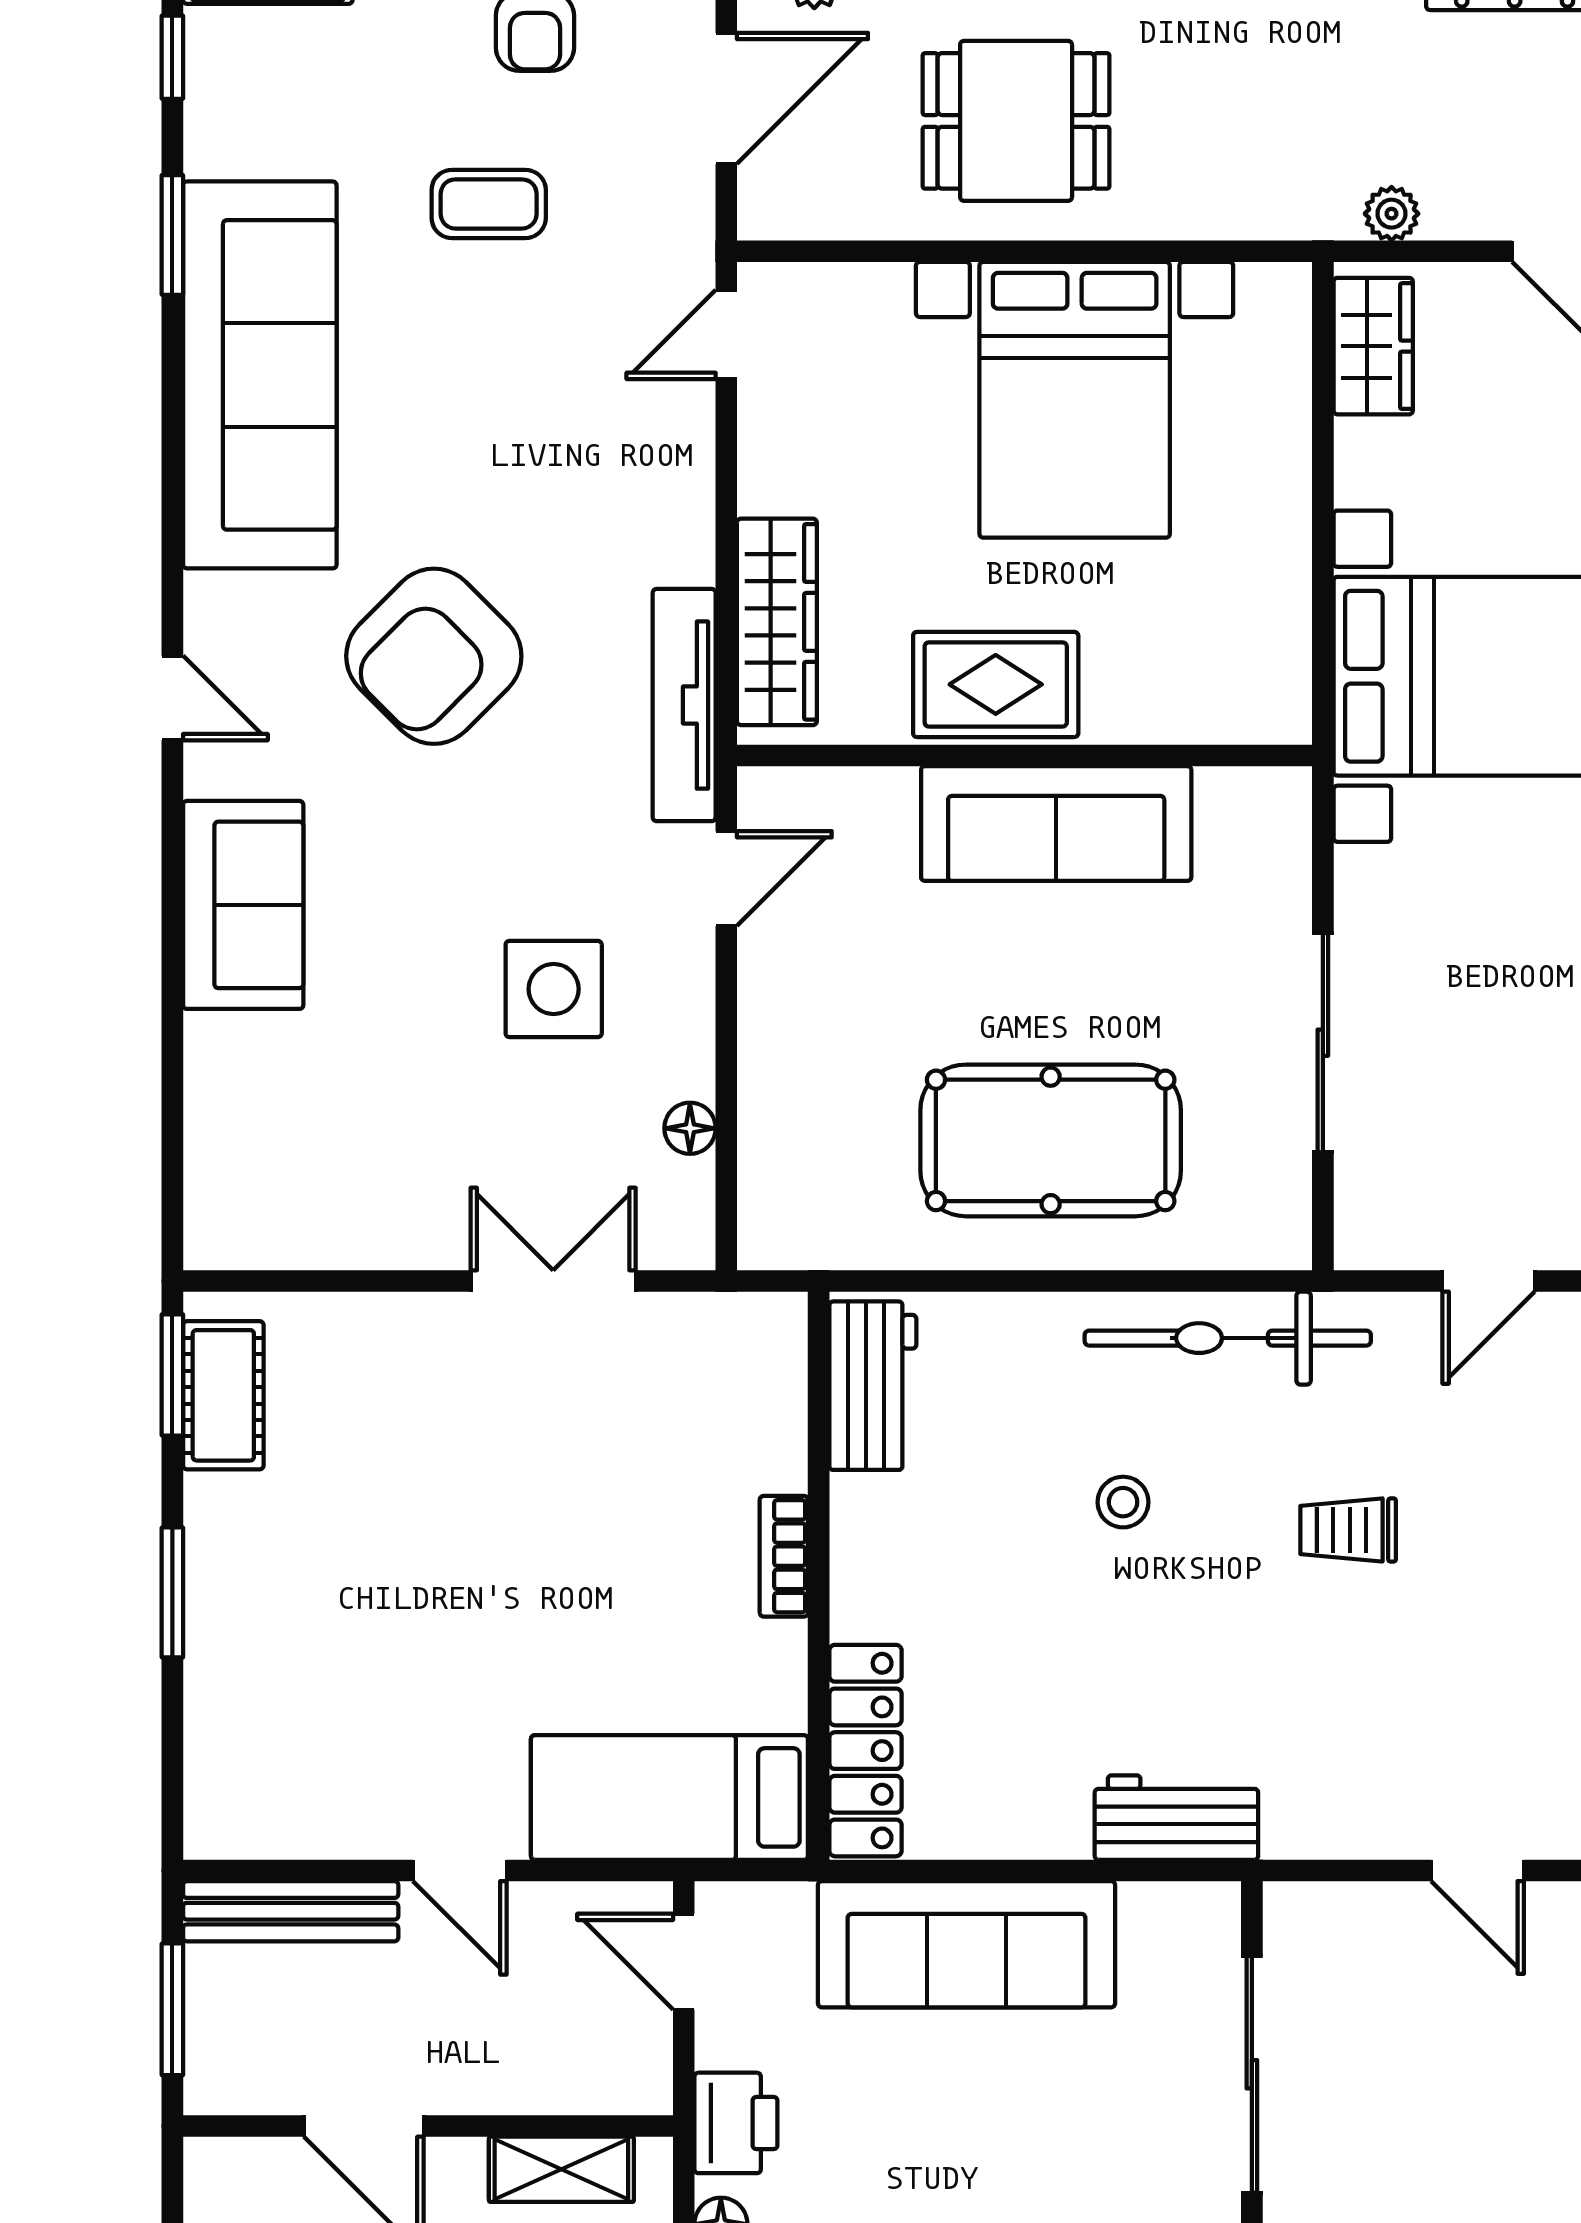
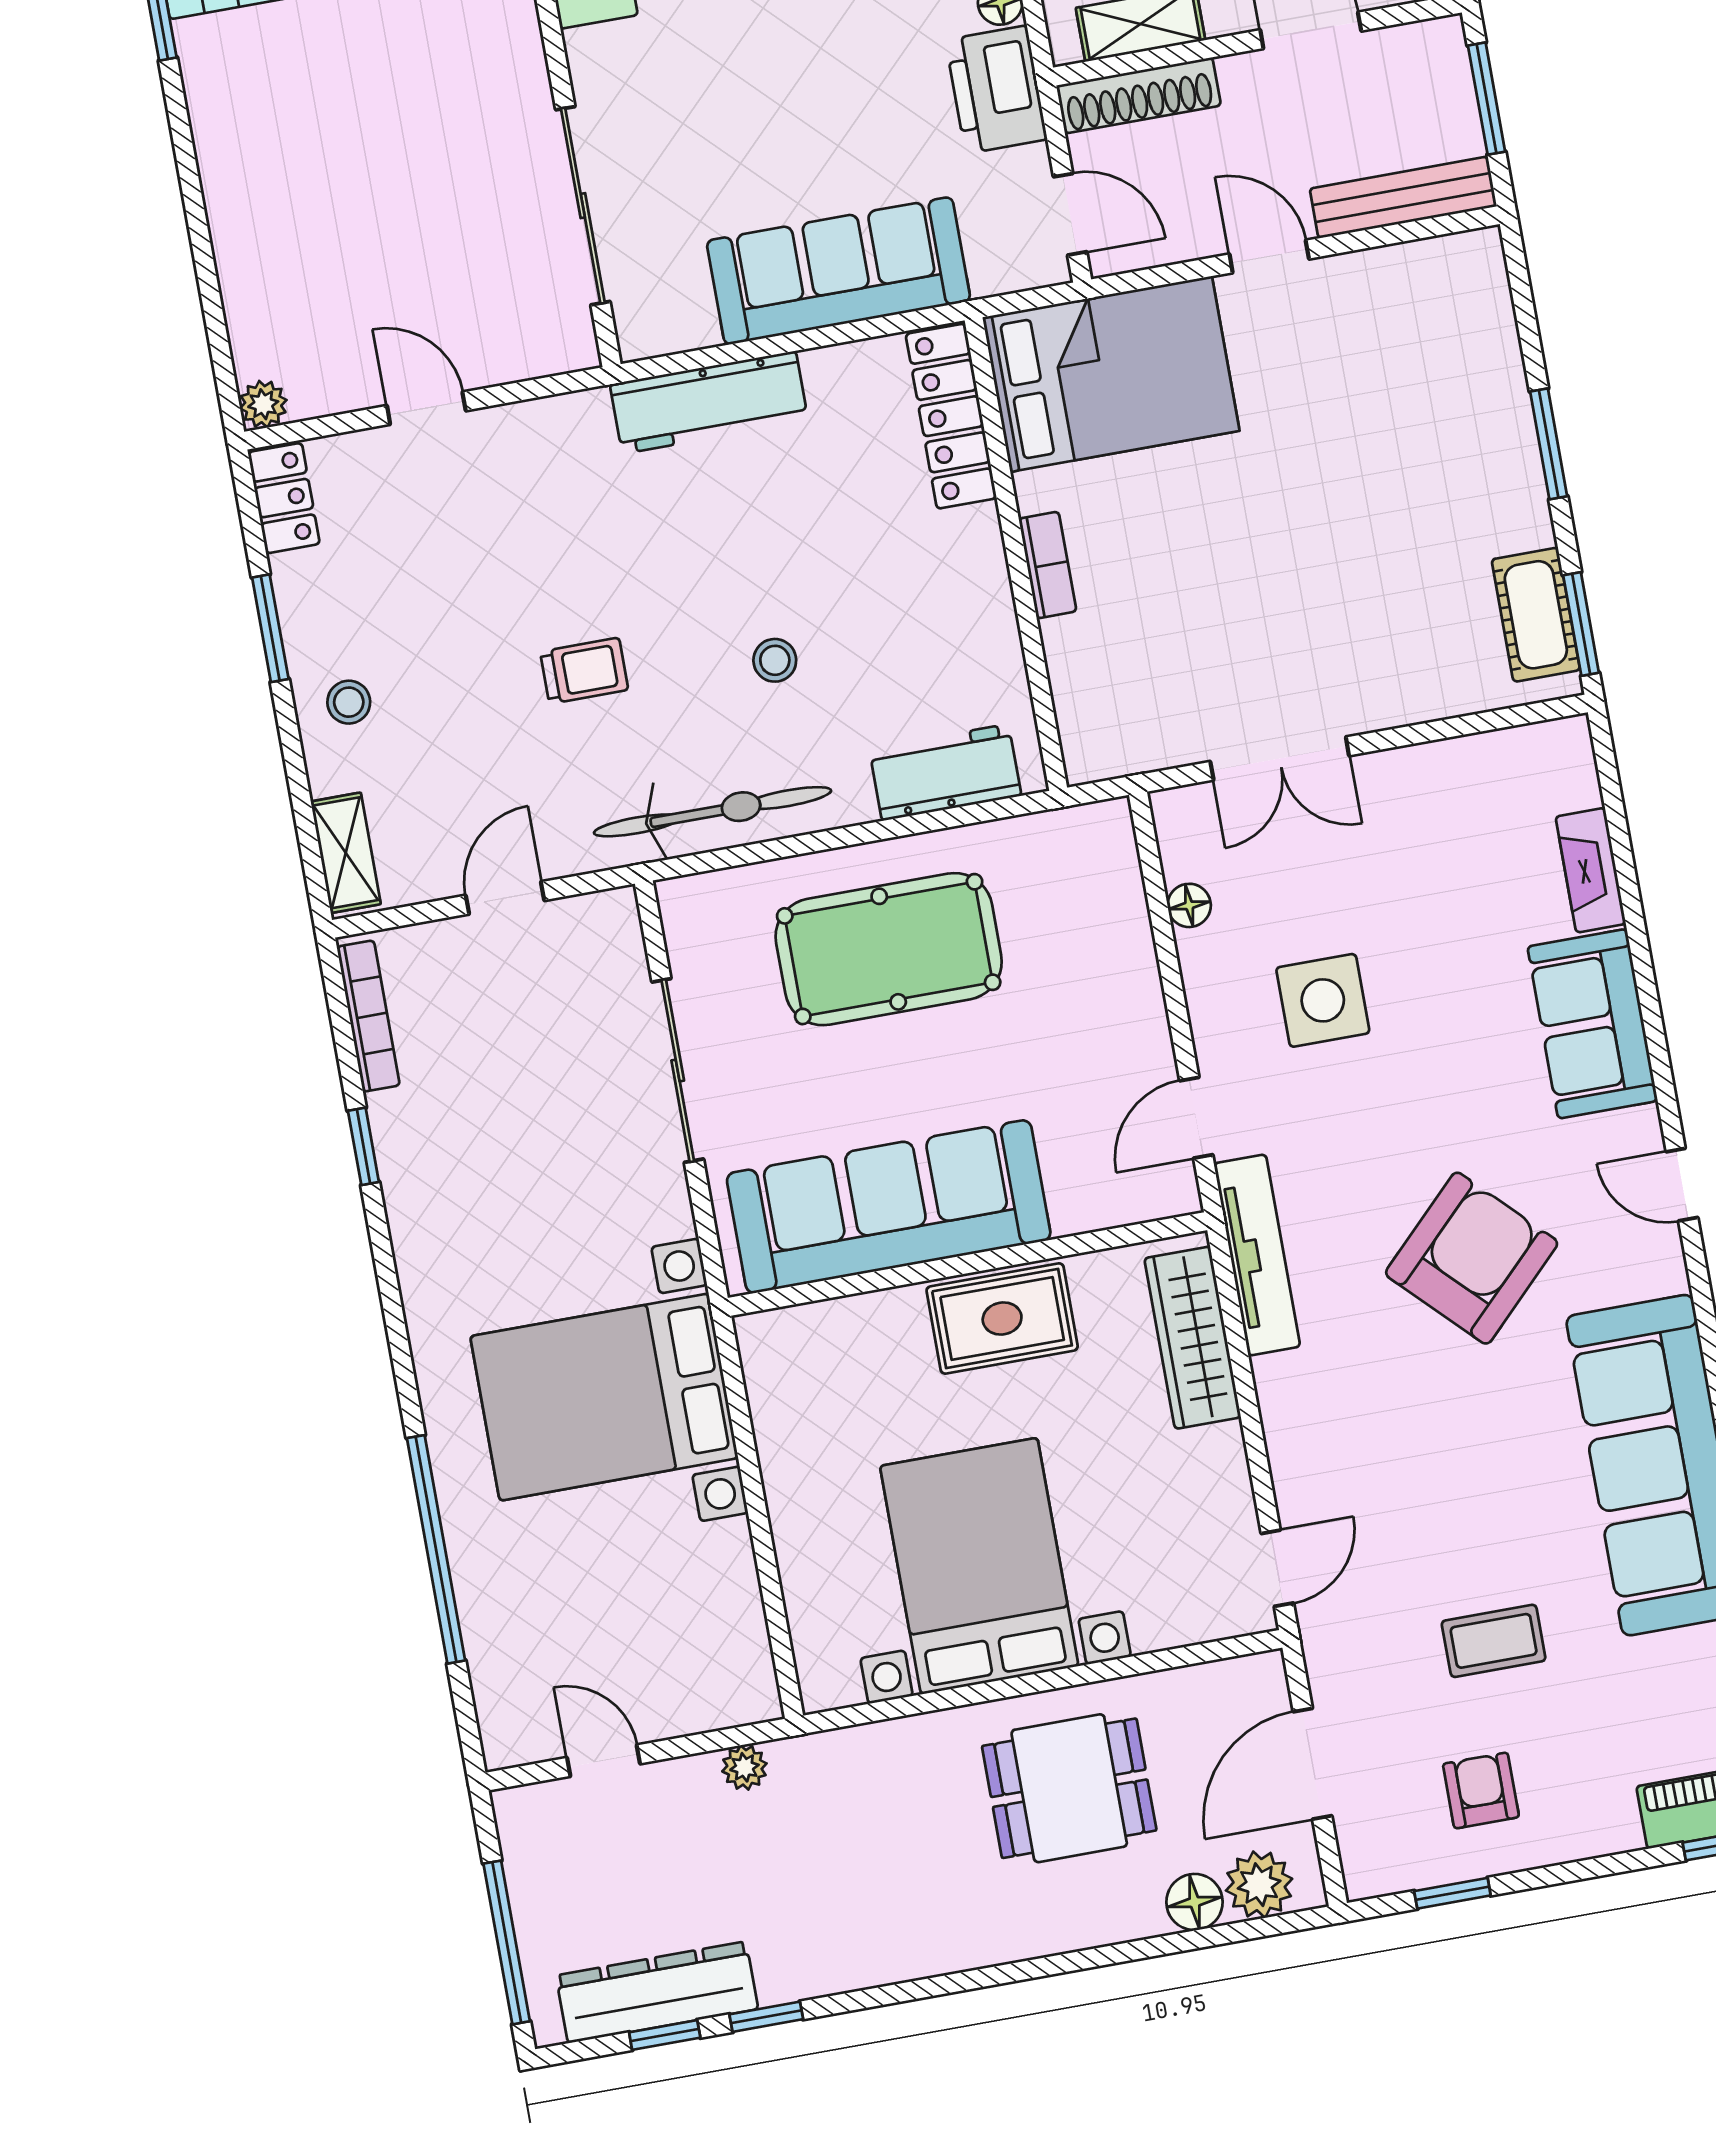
wardrobe: (1373, 346) -> (740, 1655), removed
sofa: (1056, 824) -> (889, 1207), width x1.36, depth x1.27
fireplace: (213, 1085) -> (1591, 870), added
workbench: (873, 1386) -> (945, 772), moved, turned 90
bed: (669, 1797) -> (1111, 374), width x1.50
workbench: (1176, 1818) -> (709, 402), width x1.38
shoe rack: (579, 2086) -> (1139, 95), added
printer: (736, 2123) -> (996, 90), width x1.37, depth x1.19

